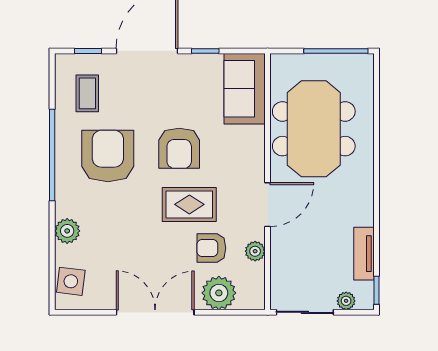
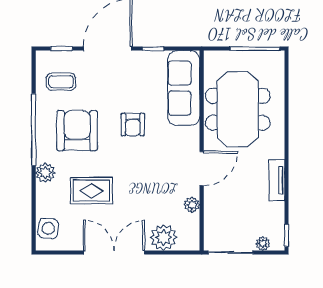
sofa: (245, 89) -> (184, 88), width x1.36
coffee table: (87, 93) -> (61, 82), turned 90
armchair: (179, 148) -> (133, 124), width x0.72, depth x0.72
rug: (189, 204) -> (91, 191), moved
plant: (67, 231) -> (45, 173), moved
armchair: (211, 248) -> (158, 202), removed
tv unit: (364, 254) -> (277, 180), moved

